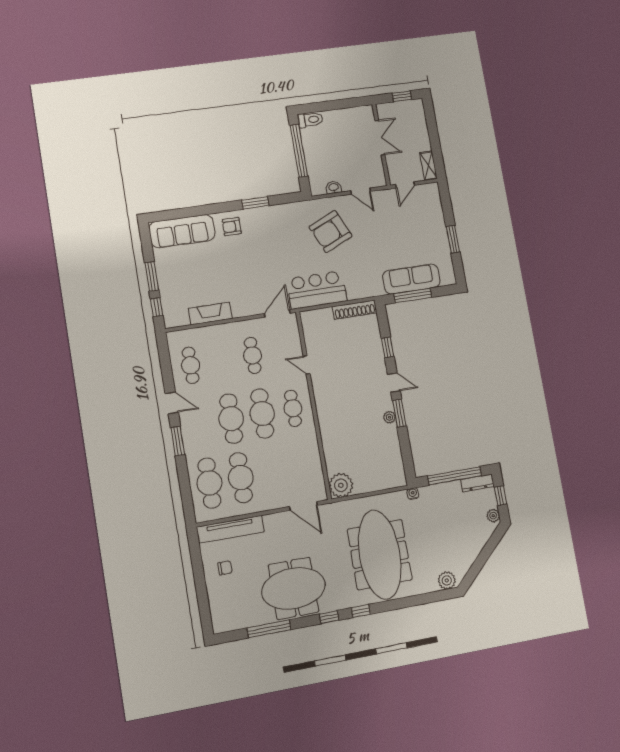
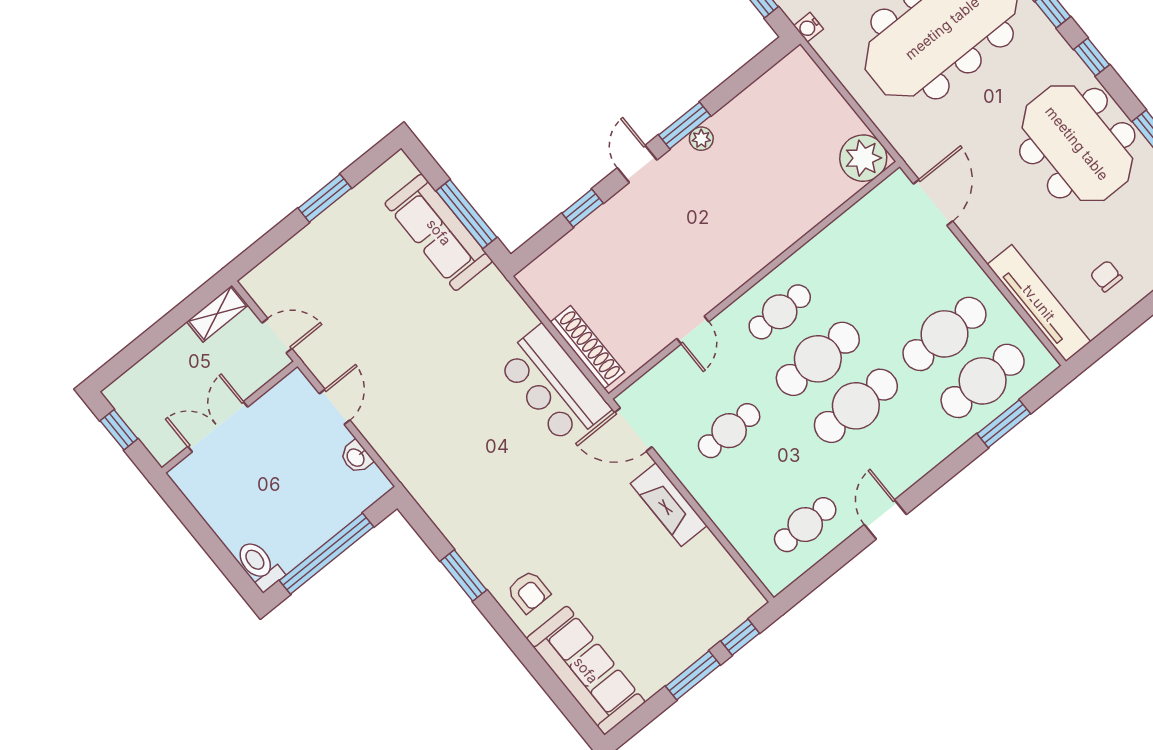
armchair: (331, 232) -> (437, 419), removed
shoe rack: (355, 310) -> (587, 347), moved
fireplace: (210, 314) -> (669, 505), moved
window: (178, 441) -> (1004, 424), moved

